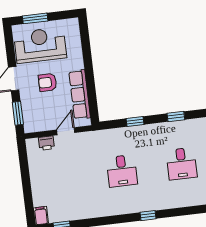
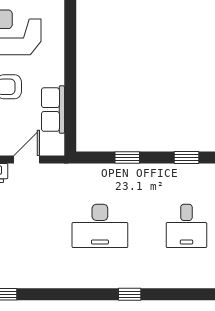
row of seats: (80, 95) -> (53, 110), width x0.68
desk: (122, 171) -> (100, 226), width x1.37

